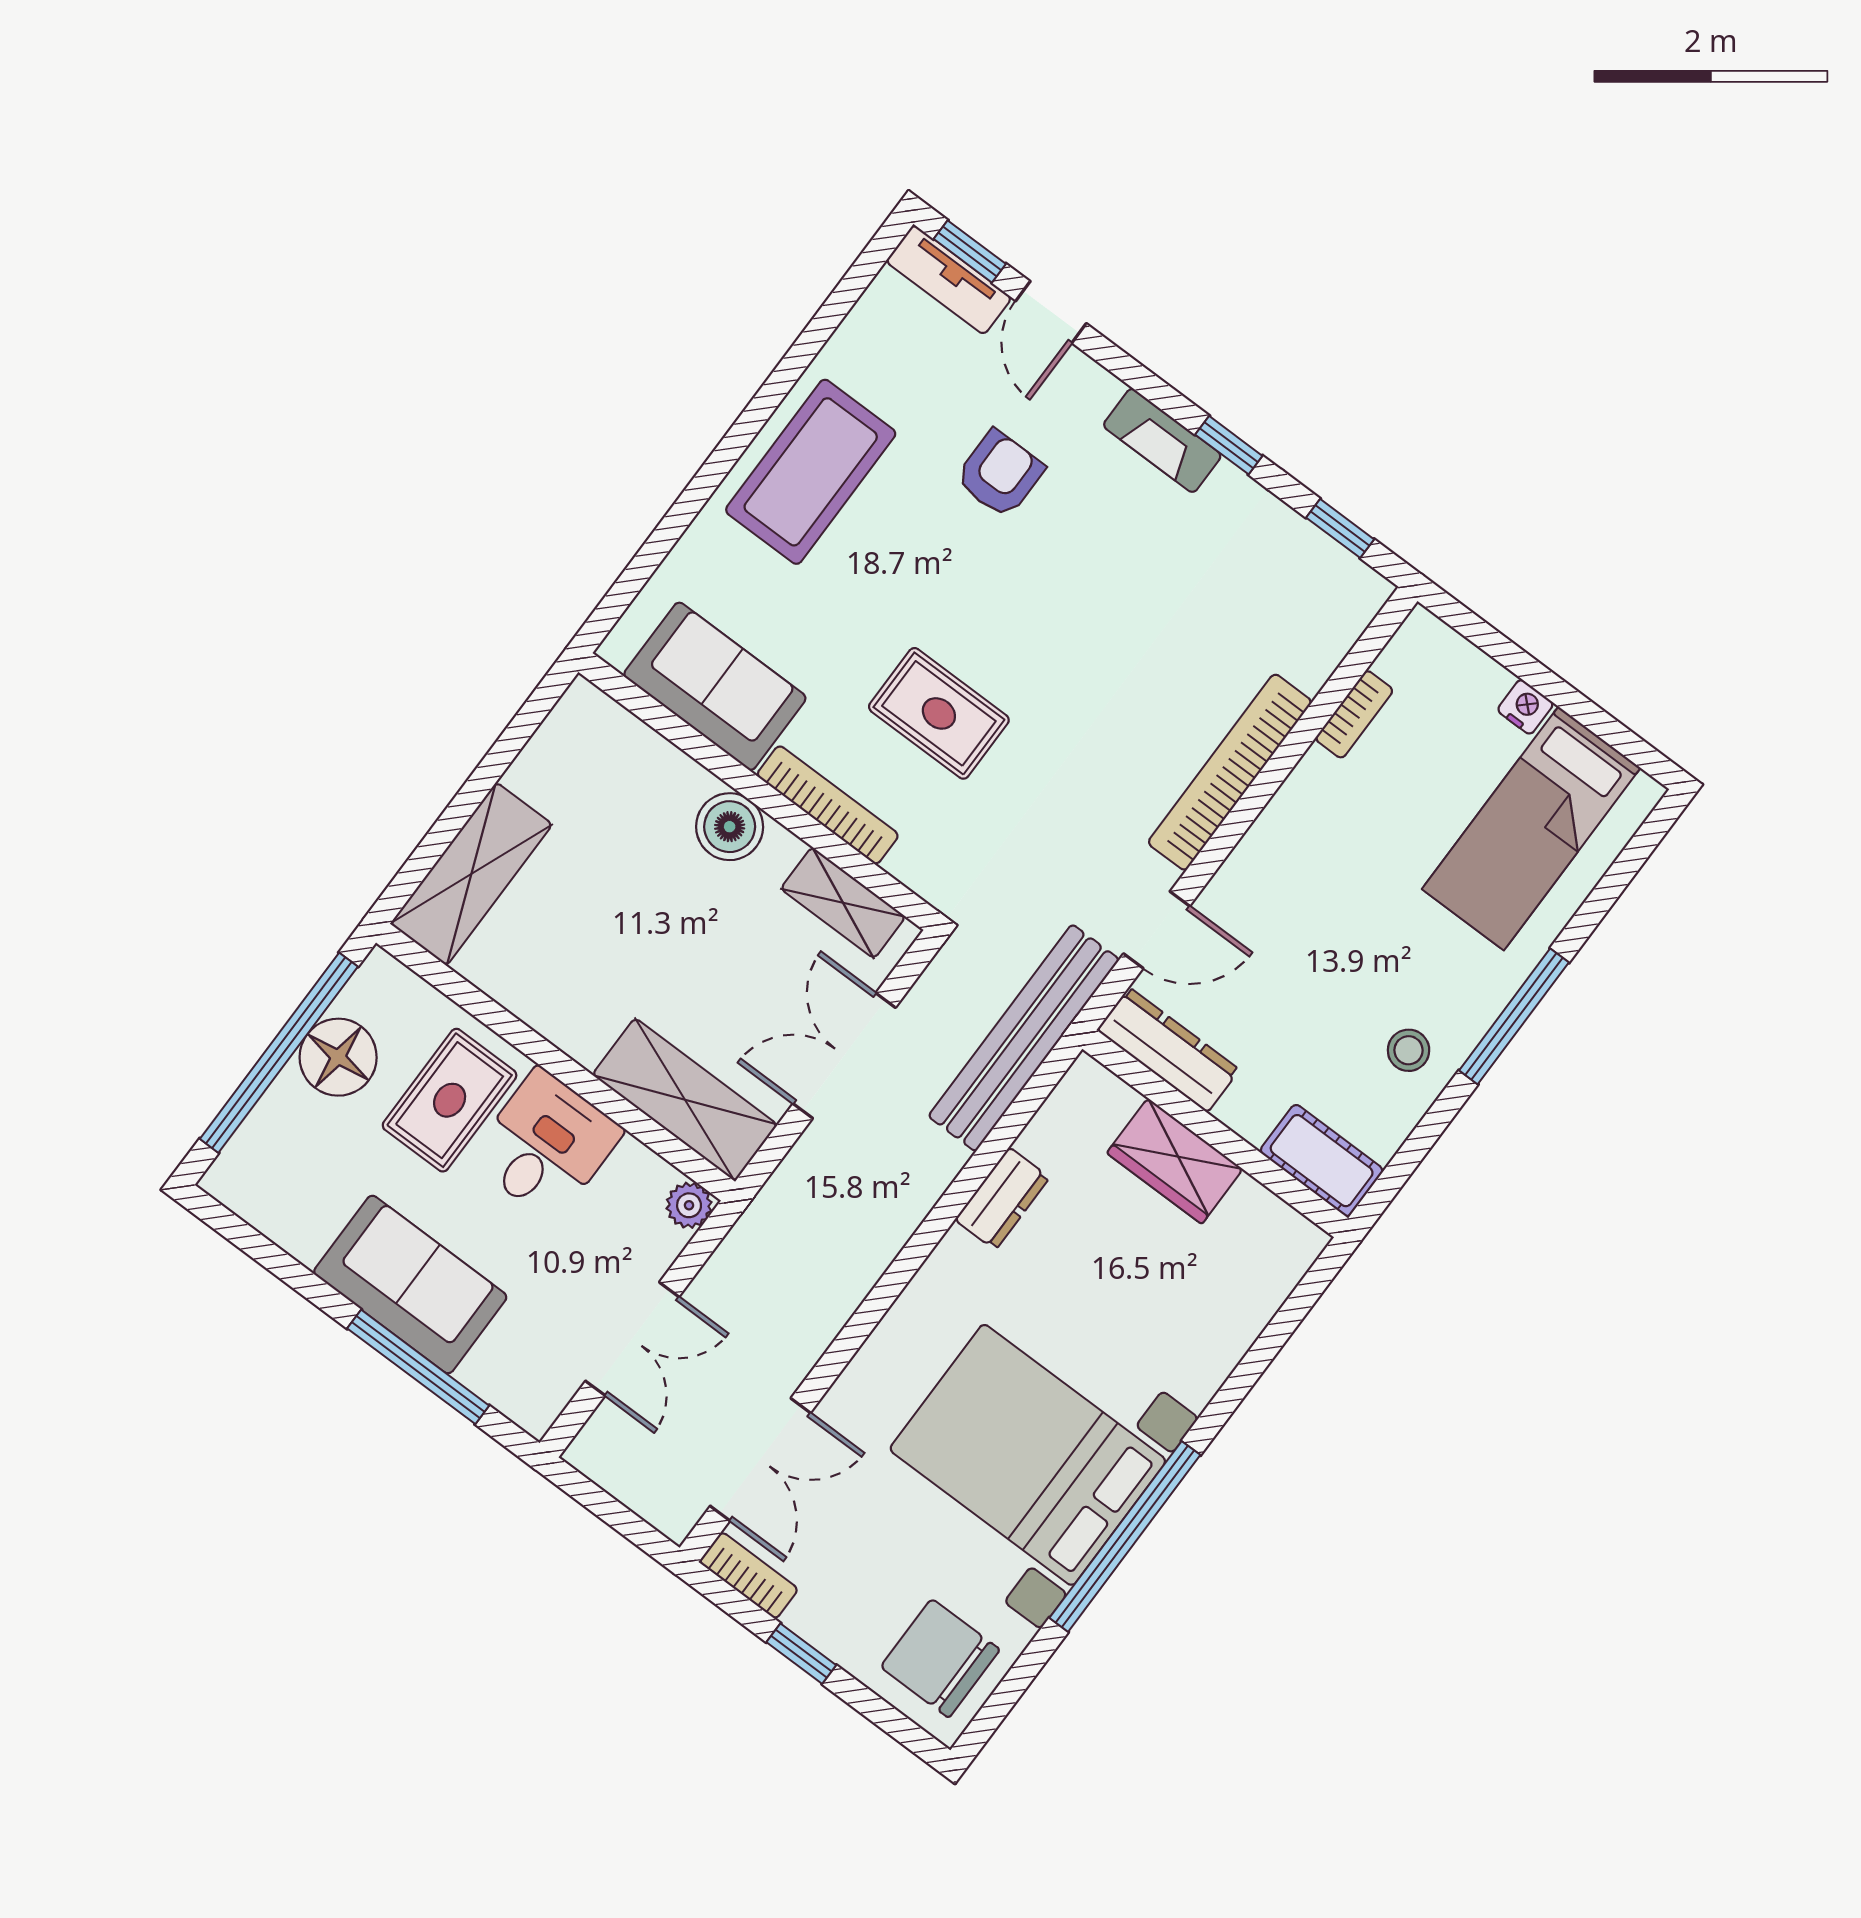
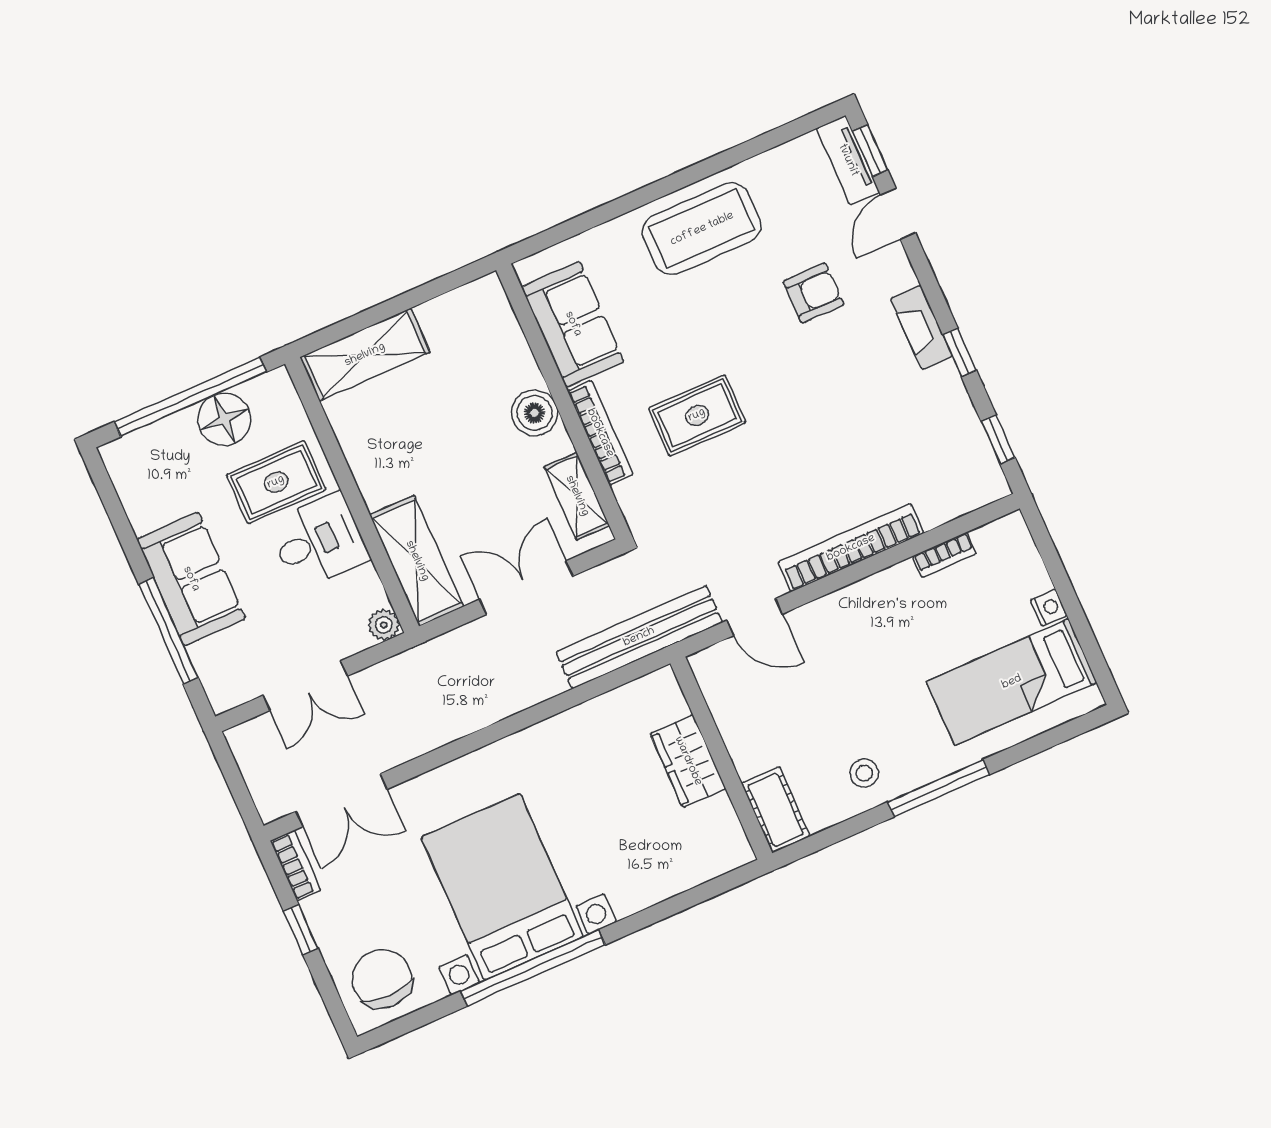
rug: (939, 713) -> (697, 415), turned 90
dresser: (1168, 1050) -> (721, 693), removed
dresser: (1002, 1199) -> (573, 726), removed

